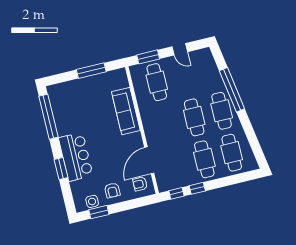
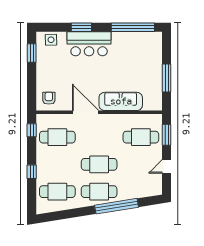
cafe table: (204, 159) -> (57, 137), moved
door: (149, 160) -> (86, 112), moved
window: (197, 188) -> (32, 172), moved
armchair: (112, 190) -> (49, 71), removed
side table: (92, 201) -> (51, 40), moved

